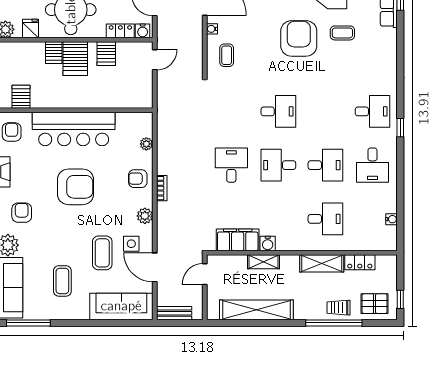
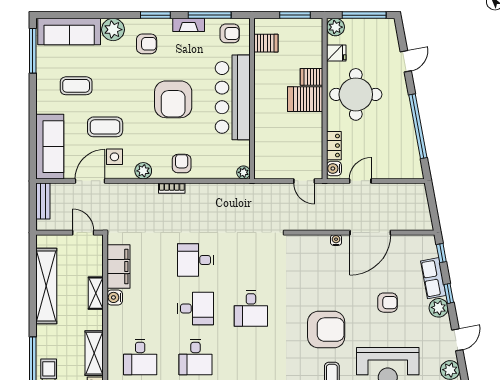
server rack: (106, 54) -> (310, 131), removed
coffee table: (227, 55) -> (309, 255), removed
plant: (146, 144) -> (243, 172), moved
desk: (231, 165) -> (196, 260), turned 180
desk: (278, 165) -> (196, 309), turned 90

